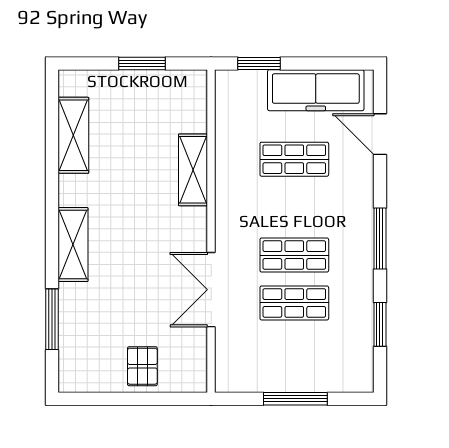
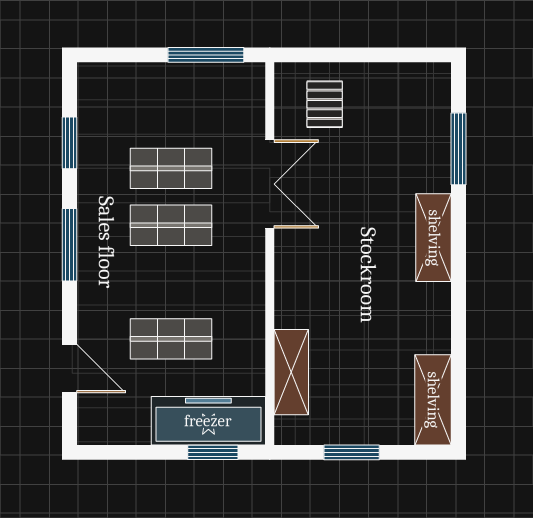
freezer: (316, 90) -> (208, 421), moved
shelving: (73, 135) -> (433, 400), moved
shelving: (193, 170) -> (291, 372), moved
pallet: (142, 366) -> (325, 104), moved
window: (295, 399) -> (206, 55), moved

